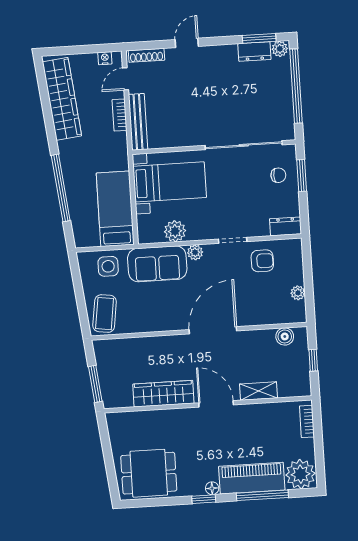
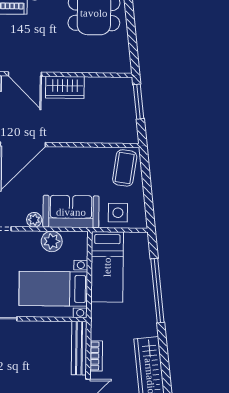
wardrobe: (163, 394) -> (65, 87), width x0.67

